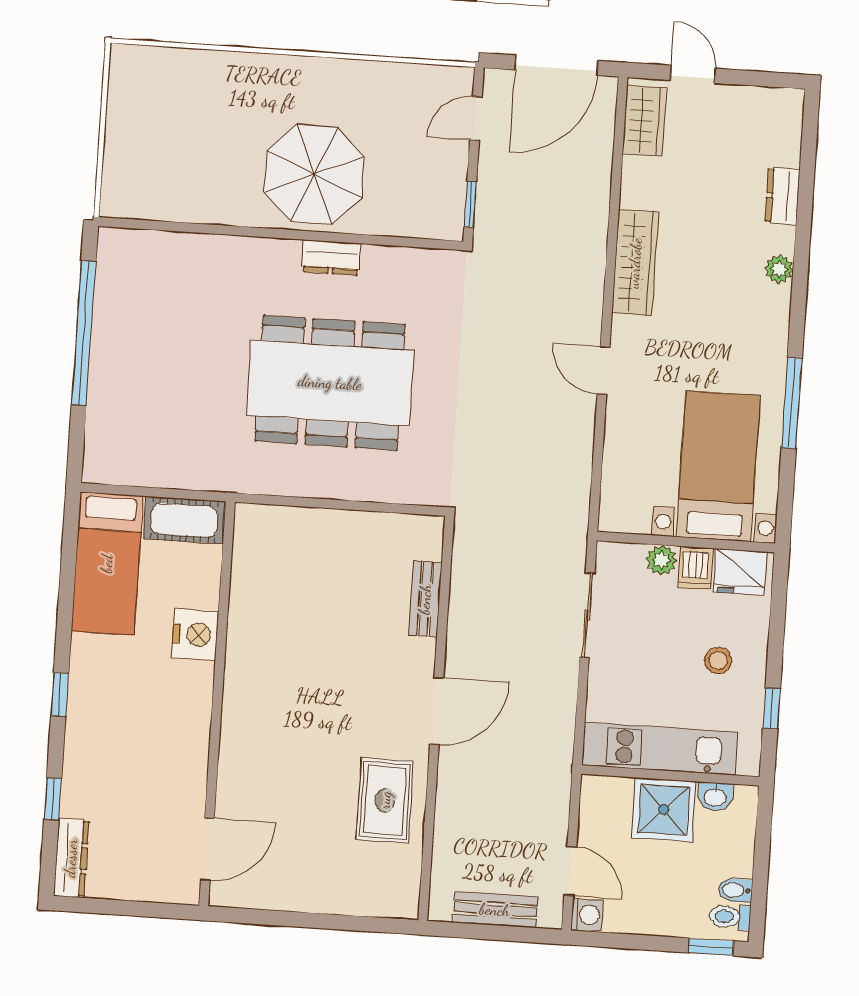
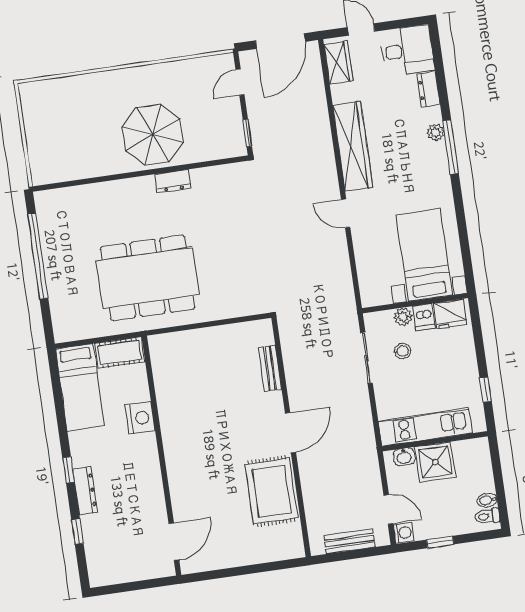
desk: (761, 125) -> (407, 50), added
wardrobe: (635, 263) -> (353, 146), width x1.40, depth x1.17
dining table: (330, 383) -> (148, 278), moved
window: (792, 403) -> (451, 147), moved
stool: (718, 661) -> (403, 351), moved
washbasin: (715, 797) -> (404, 457), moved
rug: (385, 800) -> (271, 491), width x1.36, depth x1.43
dresser: (71, 858) -> (85, 491), moved
window: (711, 947) -> (440, 542), moved

